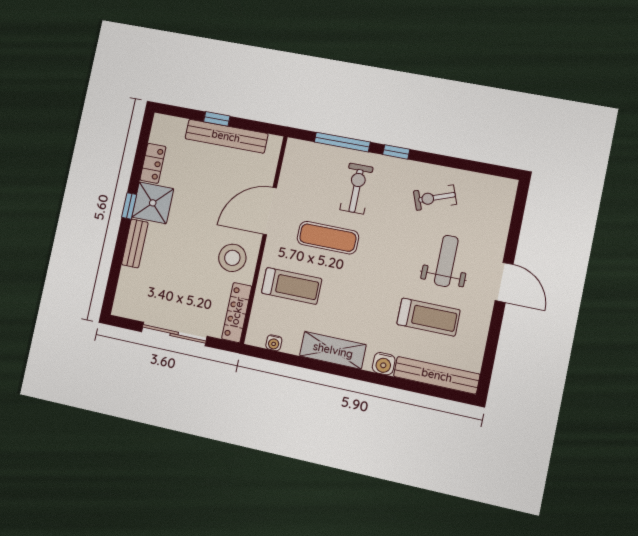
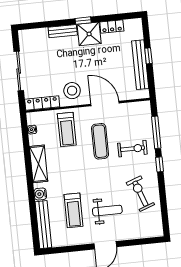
exercise bike: (435, 198) -> (140, 194), width x1.38, depth x1.39

